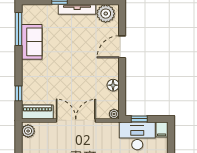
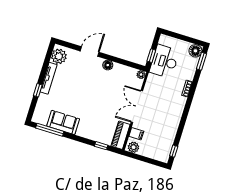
door: (122, 47) -> (90, 52), swing flipped
floor lamp: (113, 85) -> (108, 65), moved
filing cabinet: (162, 130) -> (136, 134), moved

